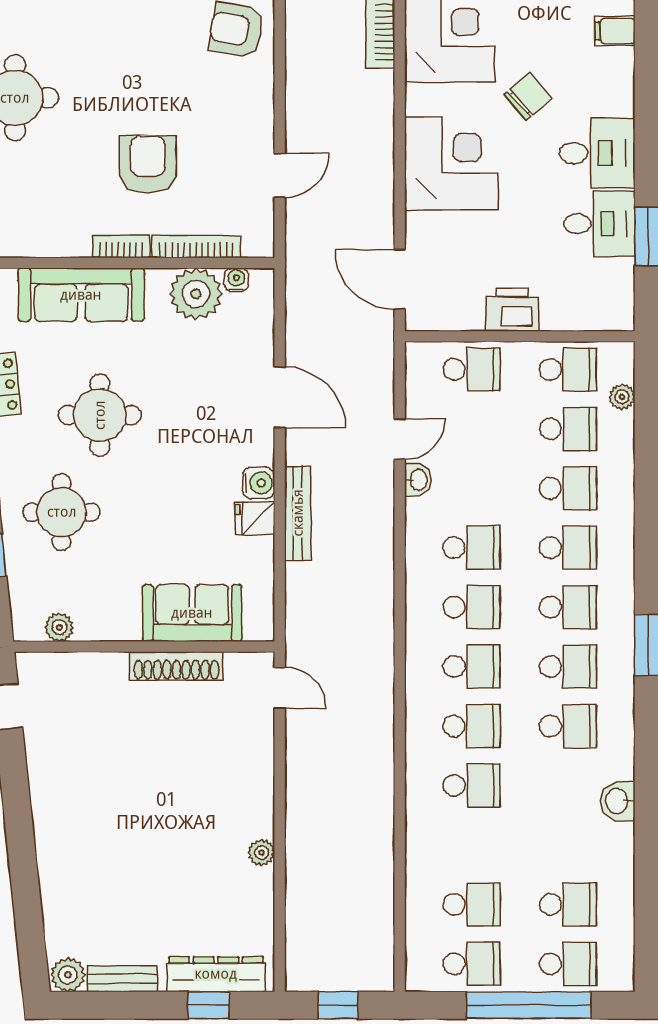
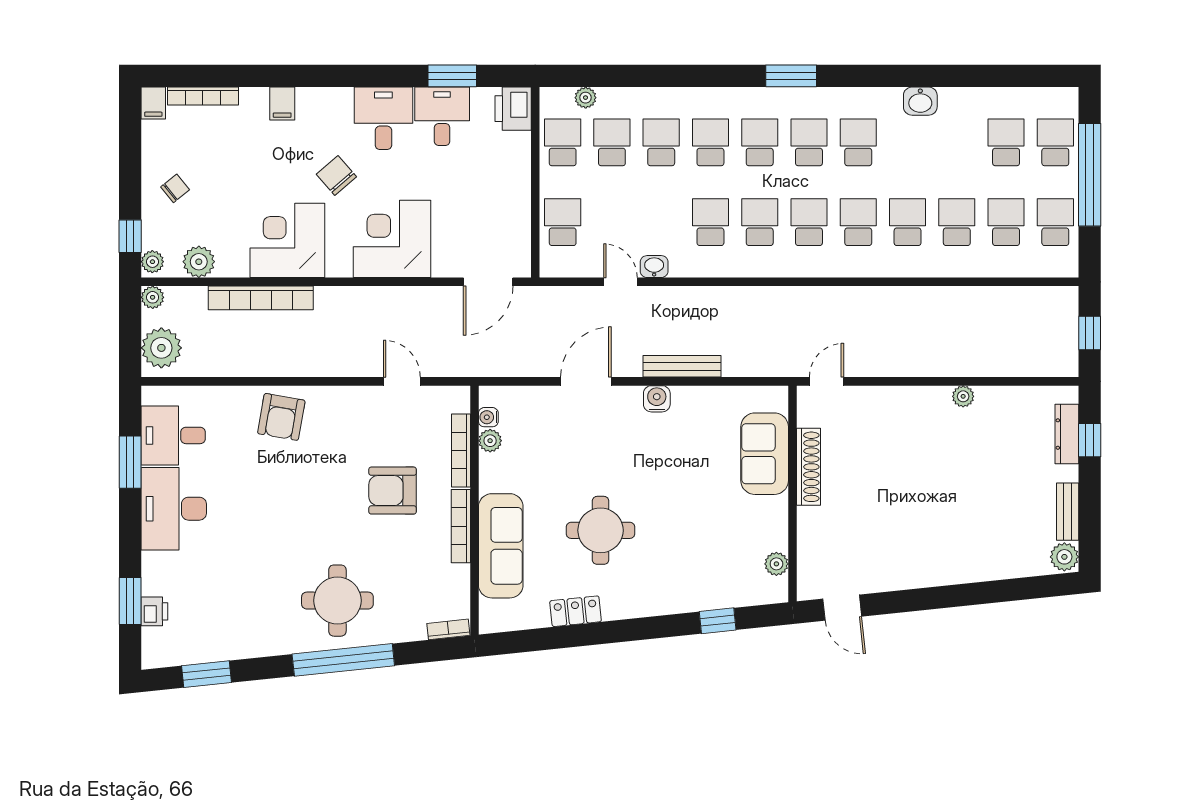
bookcase: (121, 247) -> (461, 526), width x1.56
plant: (196, 294) -> (490, 441), width x0.53, depth x0.53
printer: (512, 310) -> (513, 109), moved
round table: (62, 512) -> (681, 562), removed
fridge: (255, 518) -> (686, 402), removed
school desk: (472, 845) -> (957, 222), added
dresser: (216, 974) -> (1067, 434), width x0.73, depth x0.80

